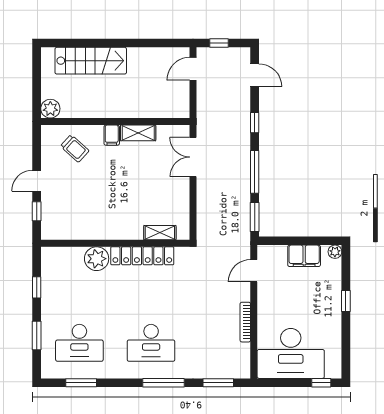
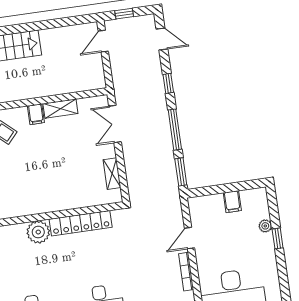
shelving: (160, 233) -> (112, 174), moved, turned 90
plant: (335, 252) -> (265, 226), moved
filing cabinet: (304, 256) -> (232, 202), width x0.50
door: (254, 271) -> (189, 238), moved

